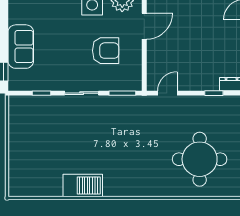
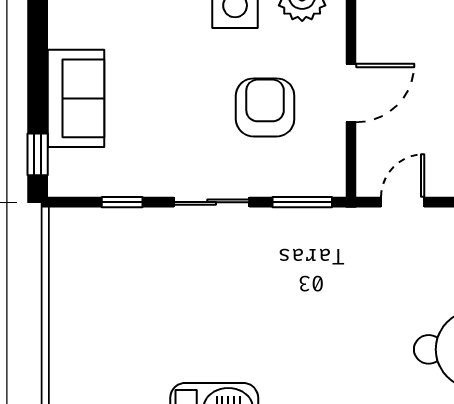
door: (144, 26) -> (351, 93), moved
armchair: (106, 51) -> (265, 107), turned -90

